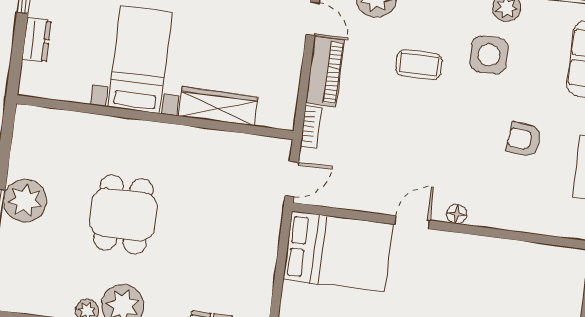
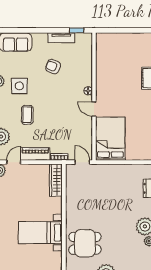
wardrobe: (218, 106) -> (56, 180), moved
armchair: (524, 140) -> (53, 67), turned 105
dining table: (123, 214) -> (85, 243), moved

